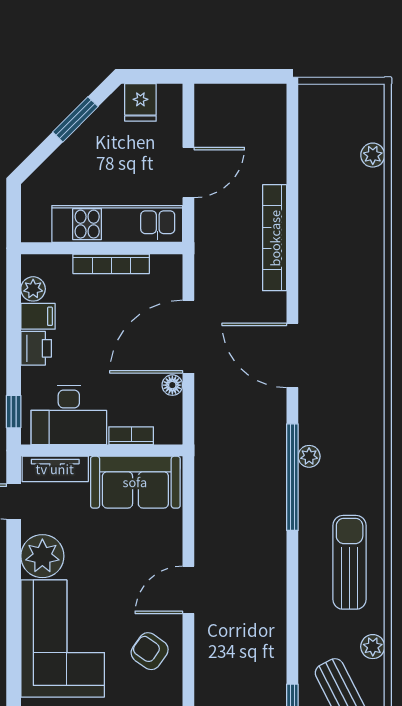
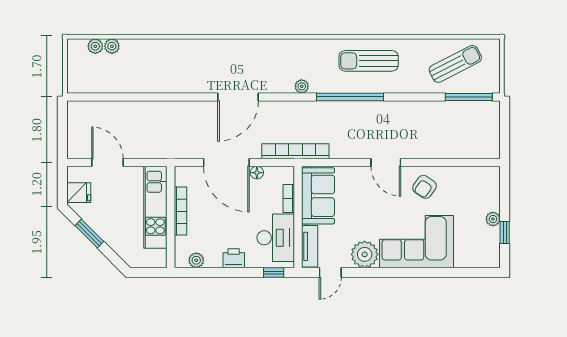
door: (188, 172) -> (107, 162), moved
bookcase: (275, 238) -> (295, 151), moved, turned 180
filing cabinet: (38, 316) -> (214, 257), removed
window: (292, 477) -> (350, 97), moved
plant: (373, 647) -> (95, 46), moved

